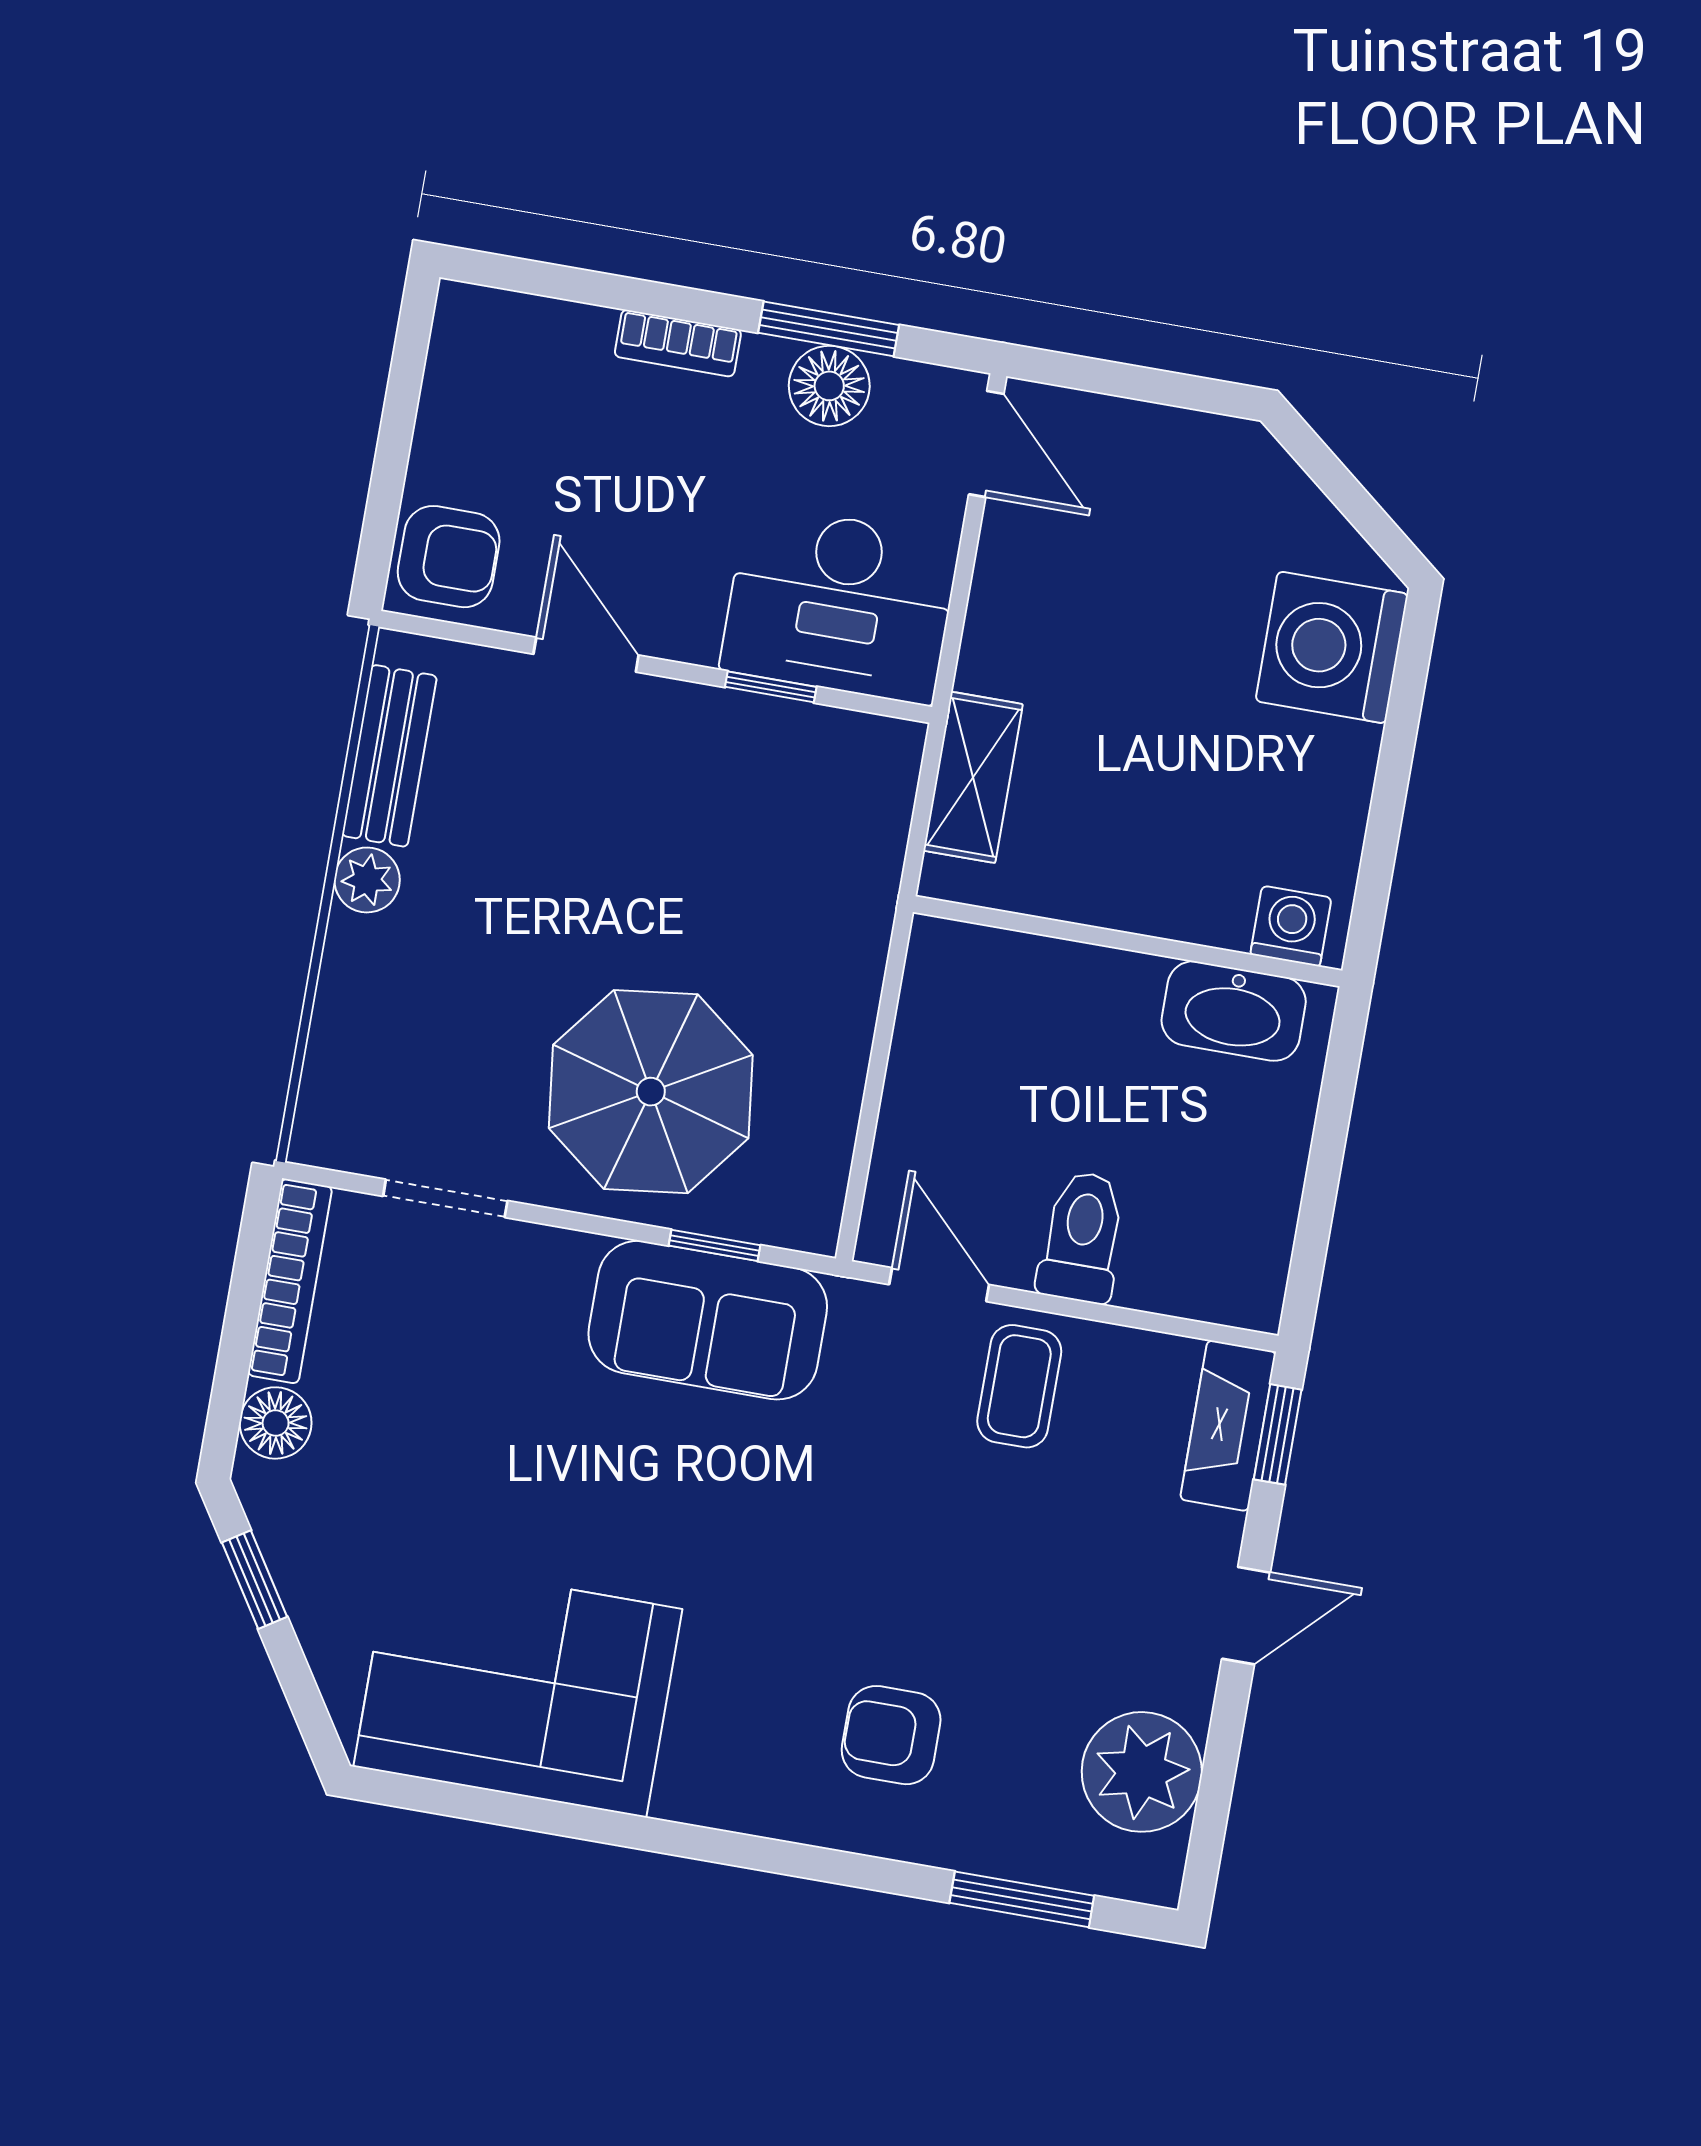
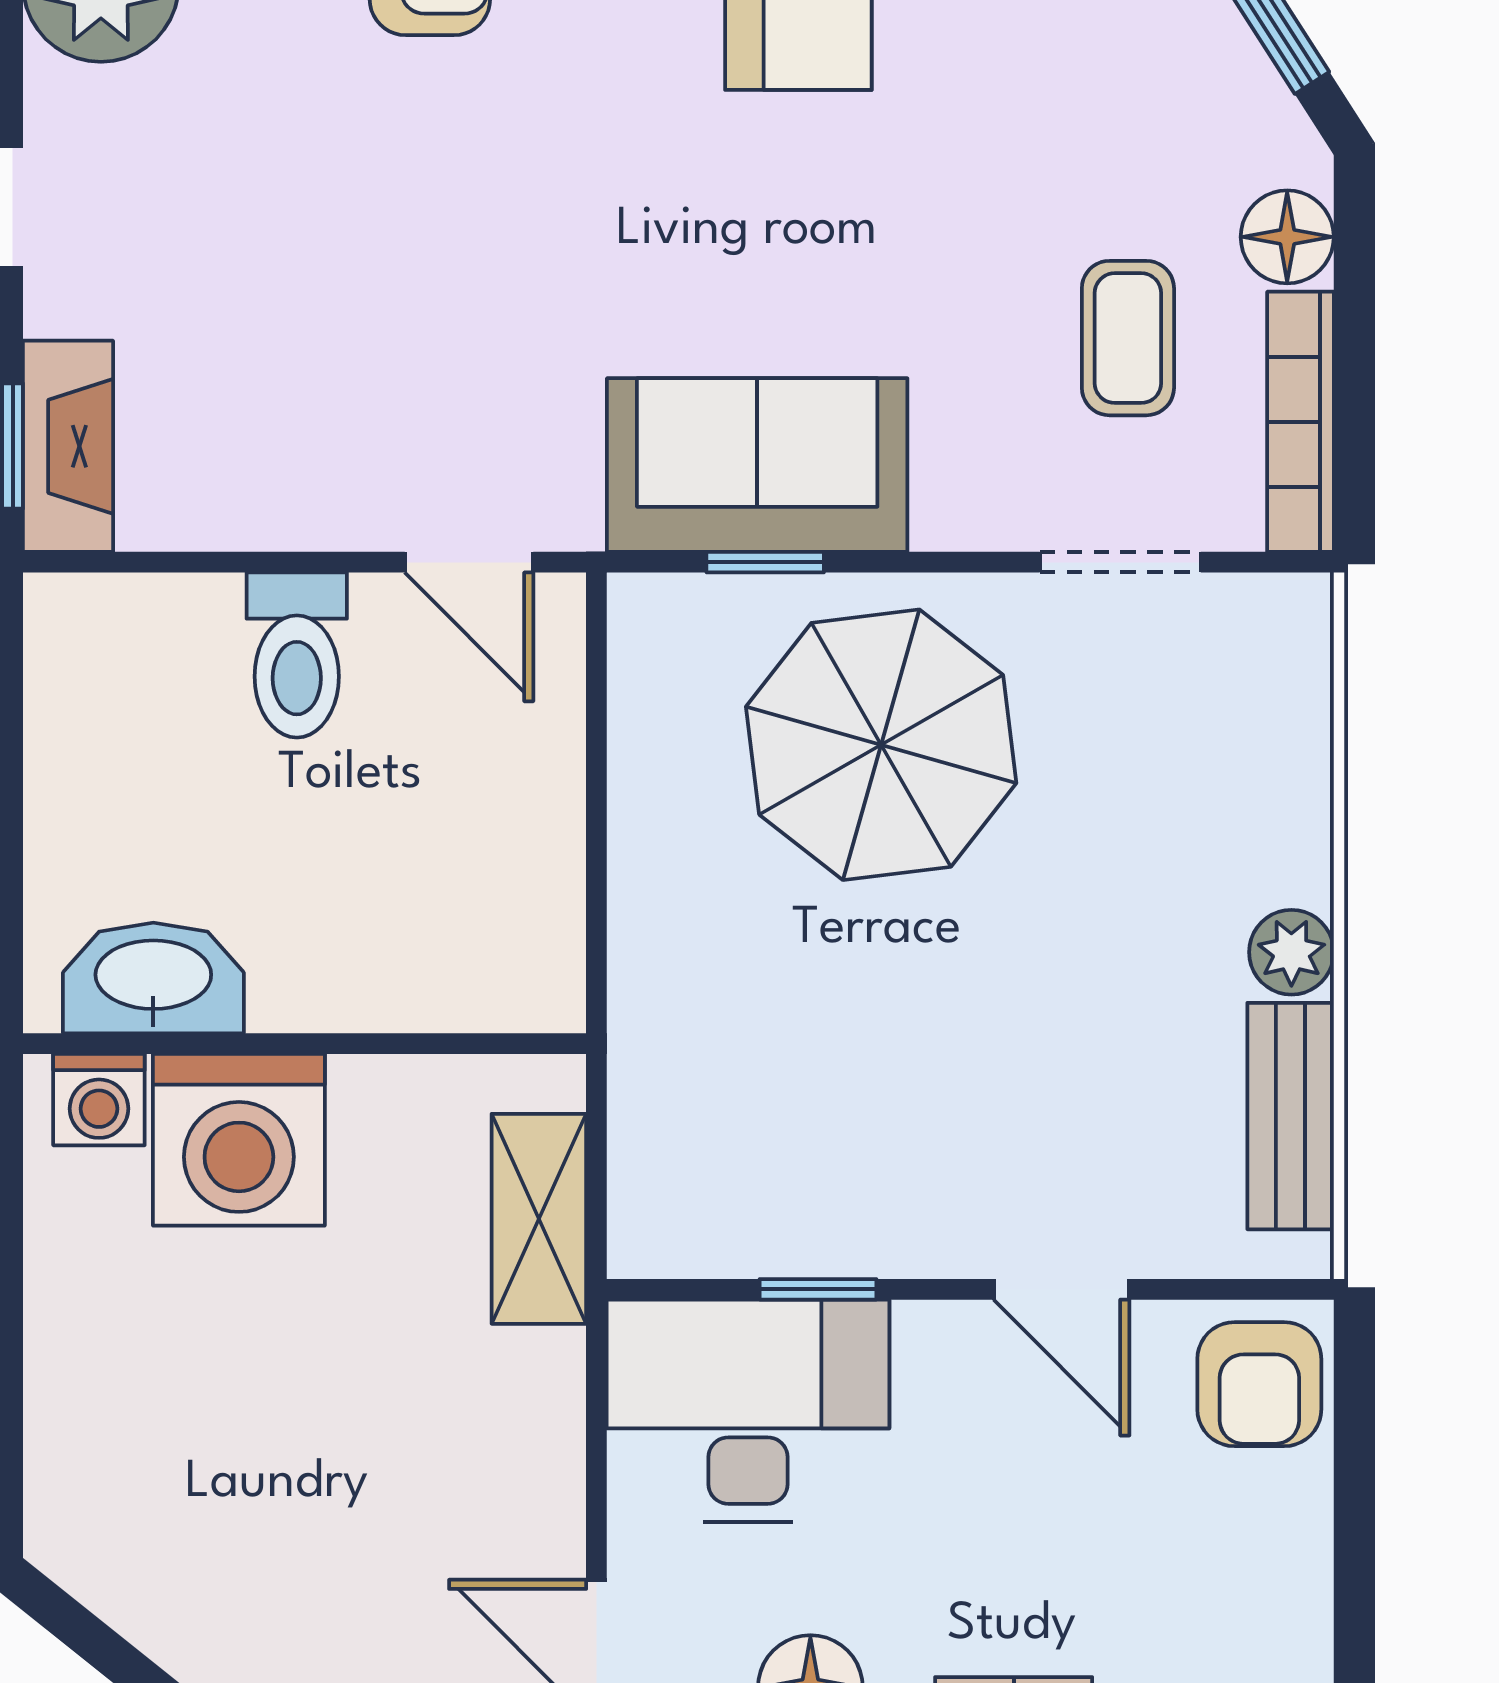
armchair: (449, 557) -> (1259, 1384), turned -90
washing machine: (1332, 647) -> (239, 1140), moved, turned 90
coffee table: (1019, 1386) -> (1128, 338), moved

